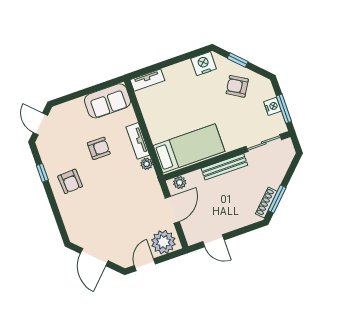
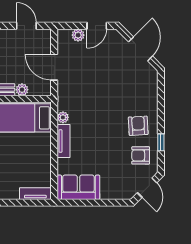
armchair: (99, 148) -> (141, 155), moved
plant: (180, 183) -> (22, 90), moved
door: (172, 210) -> (54, 67), hinge flipped
plant: (163, 242) -> (78, 35), width x0.53, depth x0.53

